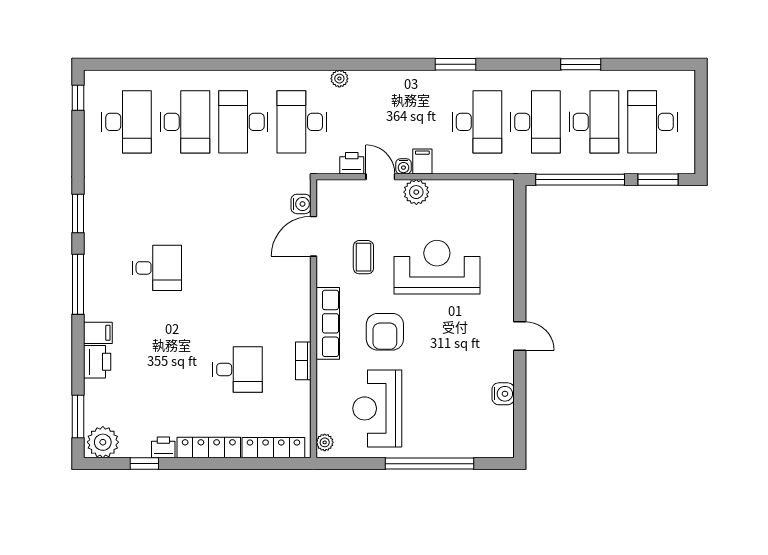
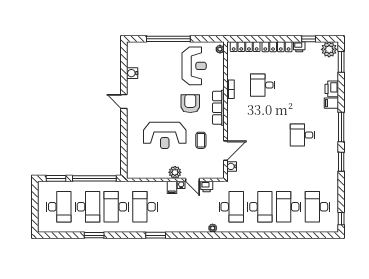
desk: (594, 122) -> (88, 207), turned 180

